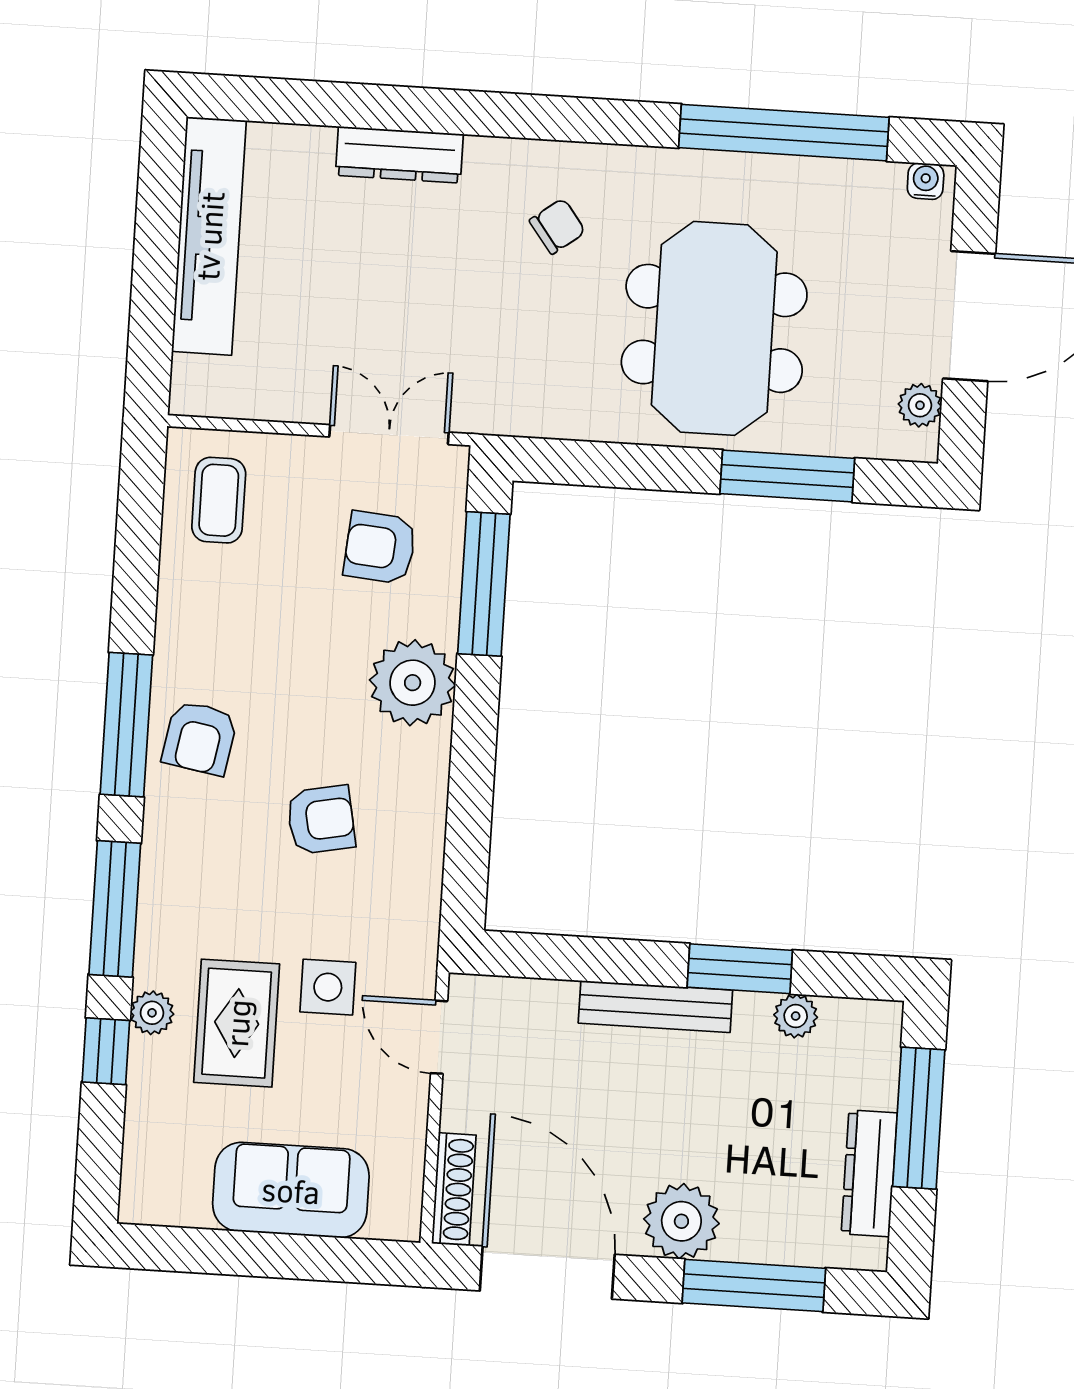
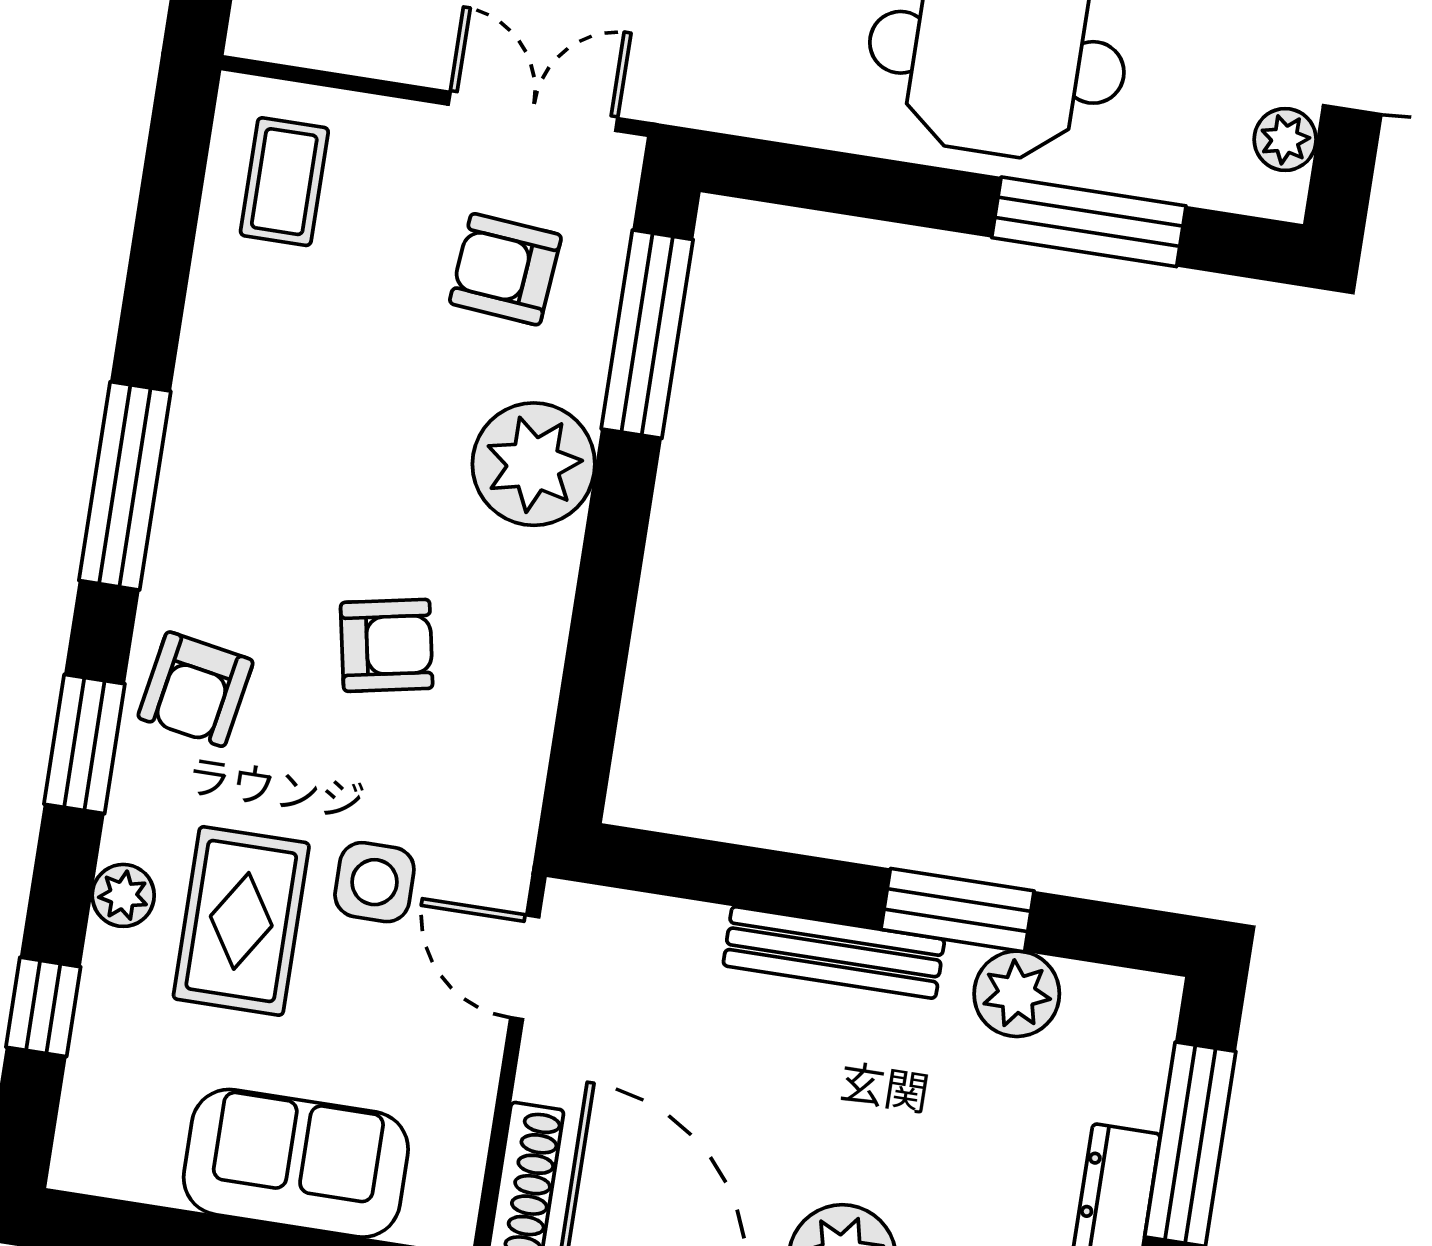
armchair: (200, 738) -> (196, 689), moved
window: (115, 909) -> (84, 744), width x0.69
plant: (796, 1016) -> (1017, 994), width x1.38, depth x1.38
window: (106, 1051) -> (43, 1007), moved

